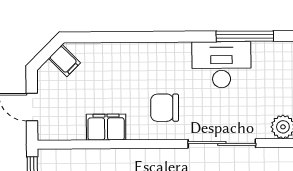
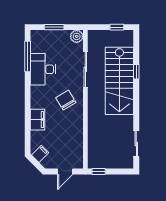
chair: (165, 108) -> (66, 100), turned 149
filing cabinet: (106, 127) -> (38, 120), moved, turned 180

